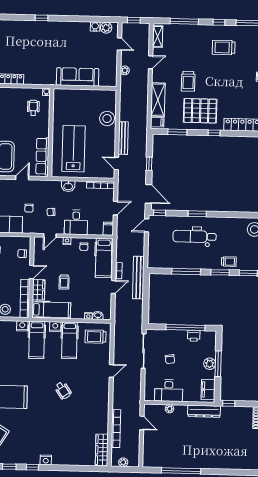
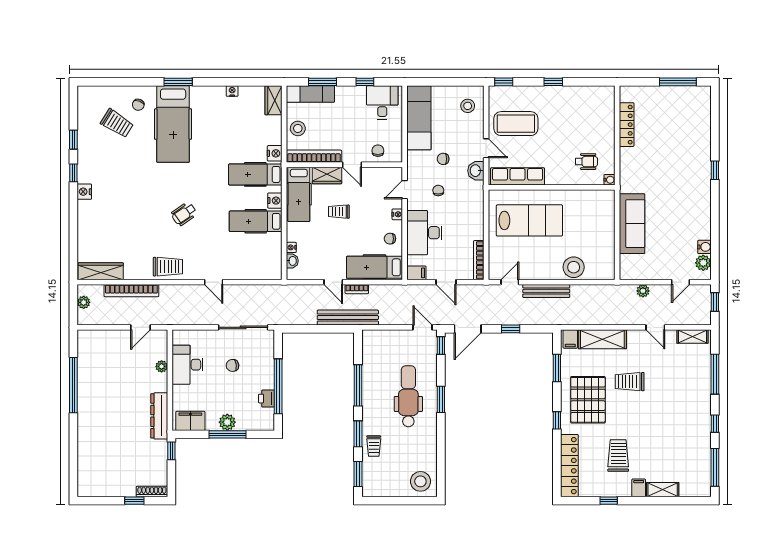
trolley: (224, 47) -> (618, 456), moved
washbasin: (68, 186) -> (476, 171), moved
desk: (76, 222) -> (424, 233), width x1.37
door: (50, 235) -> (405, 190), hinge flipped
trolley: (96, 337) -> (168, 267), moved, turned 90

